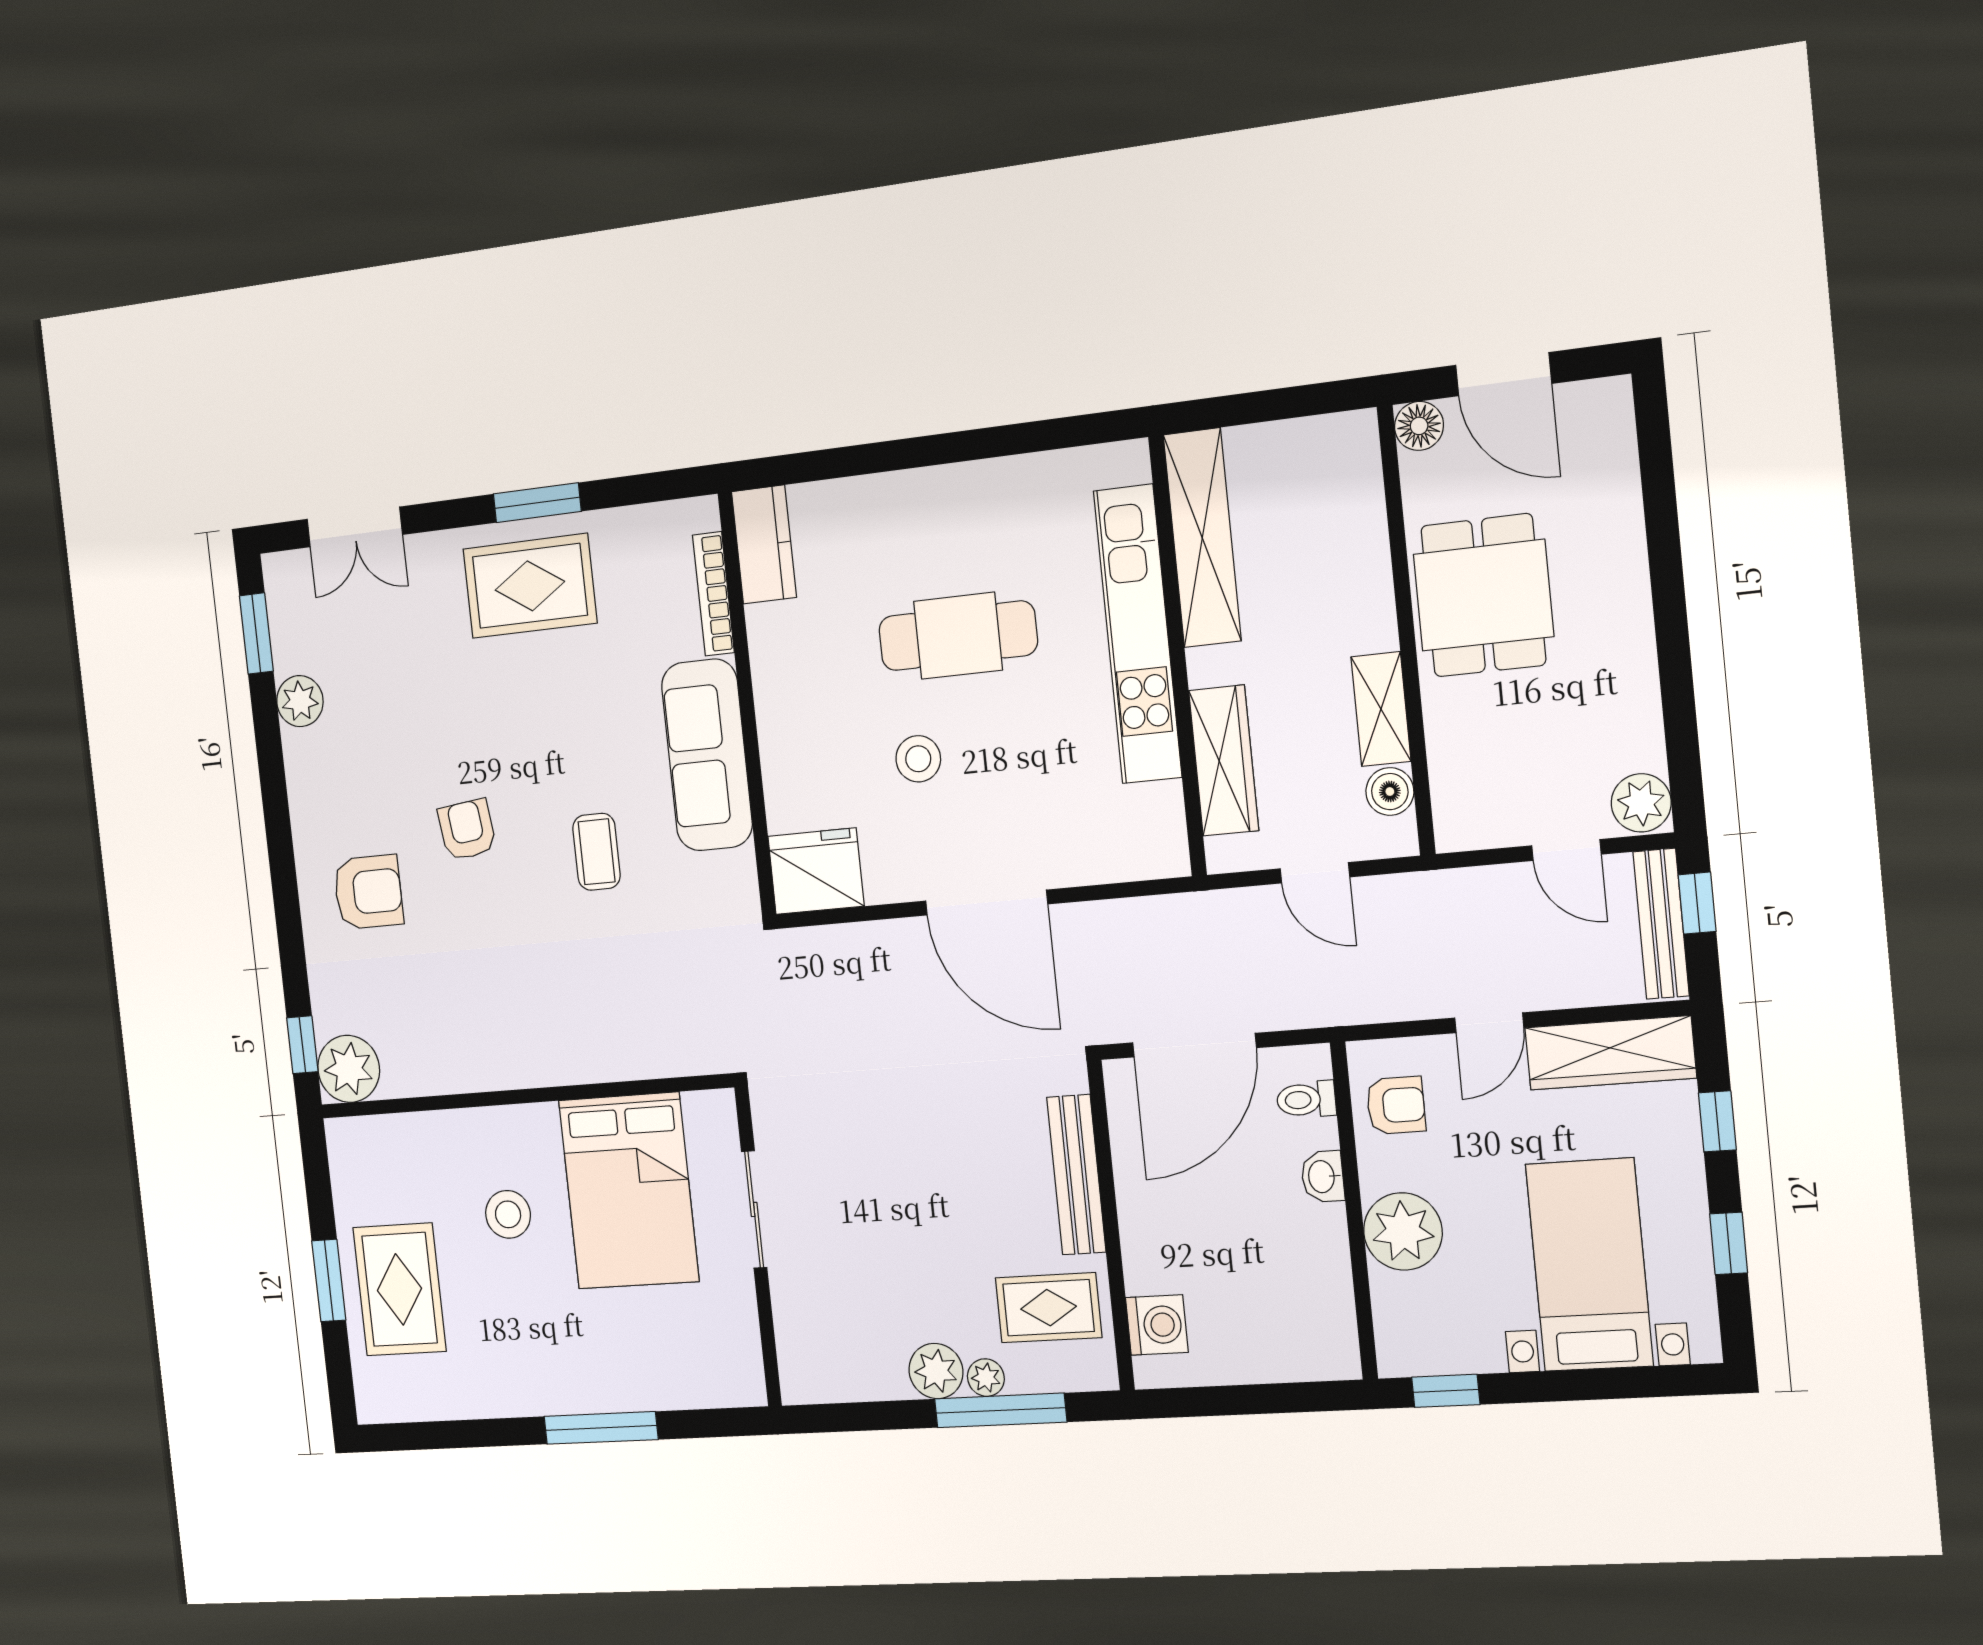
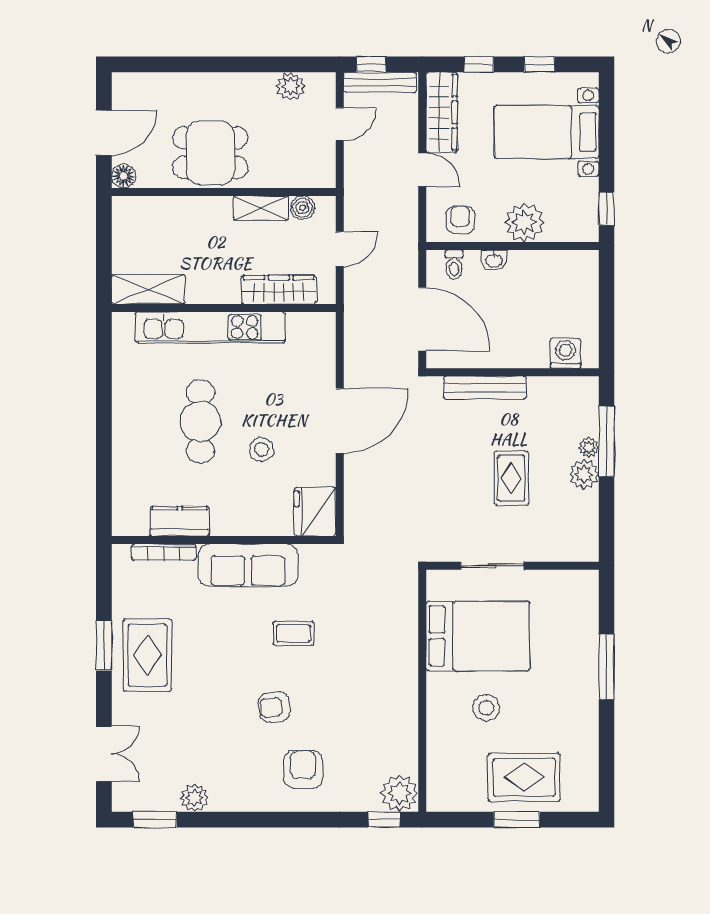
shelving: (1202, 538) -> (148, 289), width x0.68
kitchen counter: (764, 545) -> (180, 521), moved
plant: (1641, 803) -> (290, 86), moved
rug: (1048, 1308) -> (511, 478), moved

